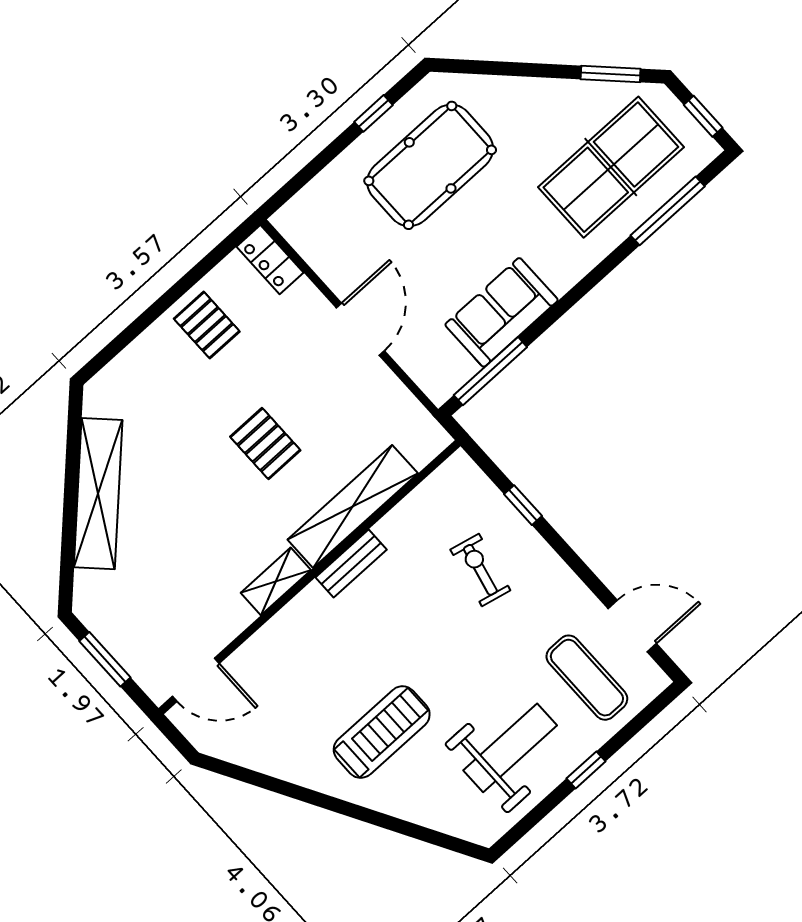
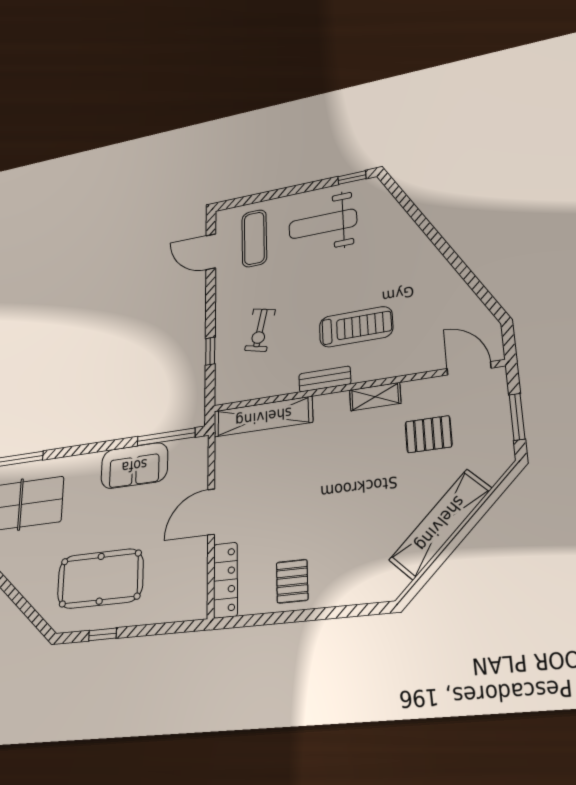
locker: (270, 260) -> (225, 580), width x1.53
pallet: (265, 444) -> (429, 434), moved, turned 90
shelving: (353, 507) -> (263, 417), moved
treadmill: (382, 732) -> (356, 327), moved, turned 180
window: (586, 770) -> (352, 178), moved

